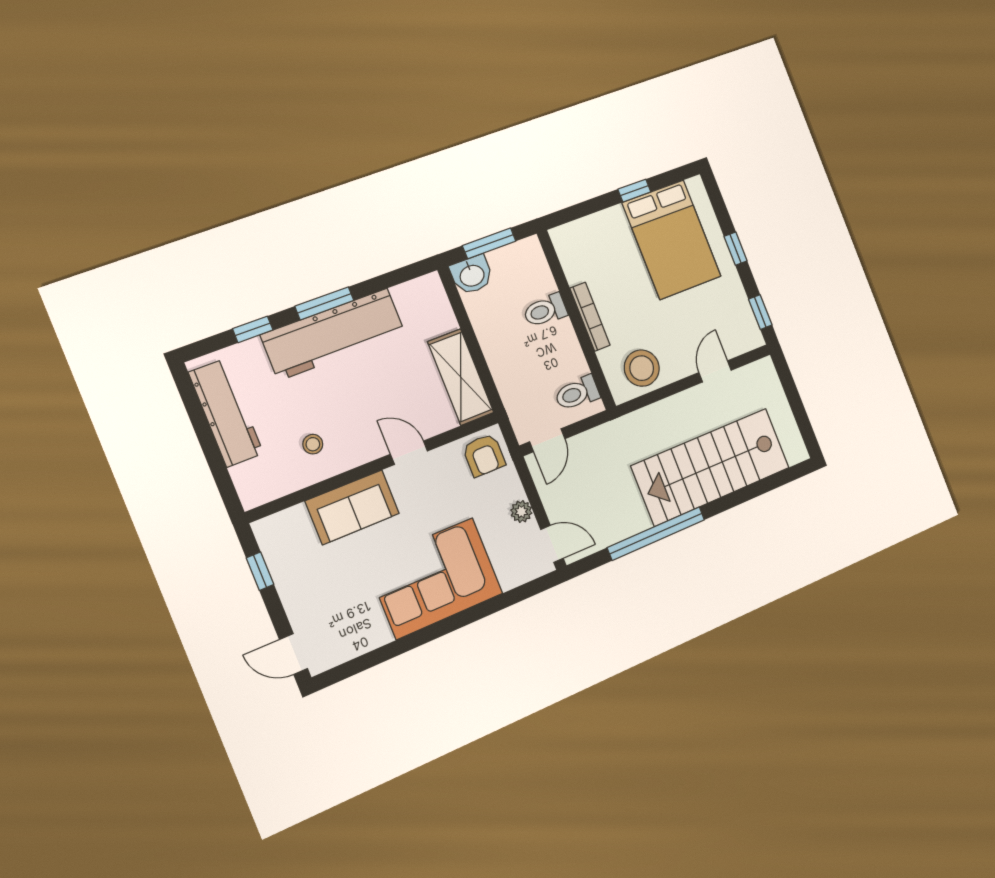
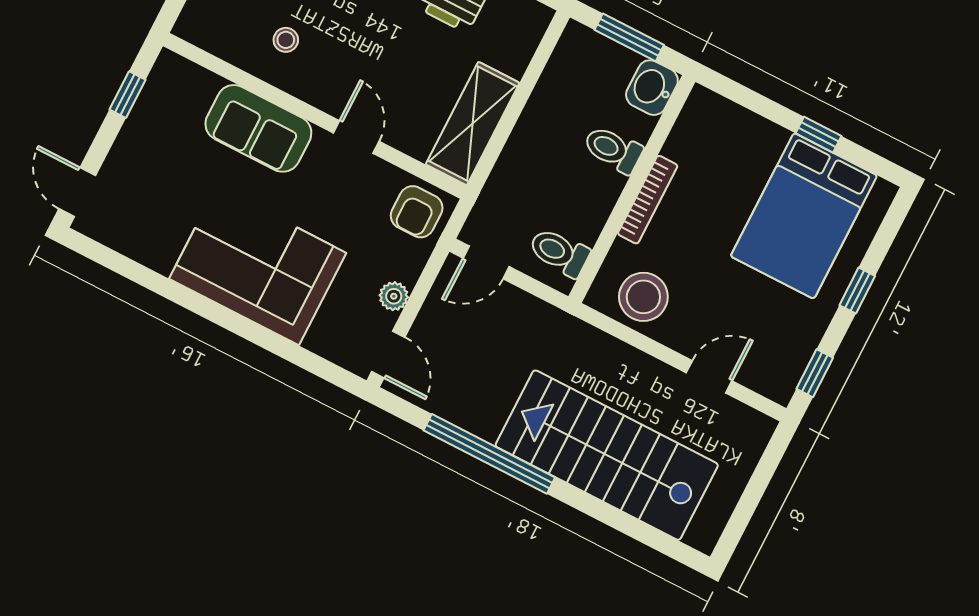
washbasin: (472, 275) -> (652, 88), moved, turned 90

